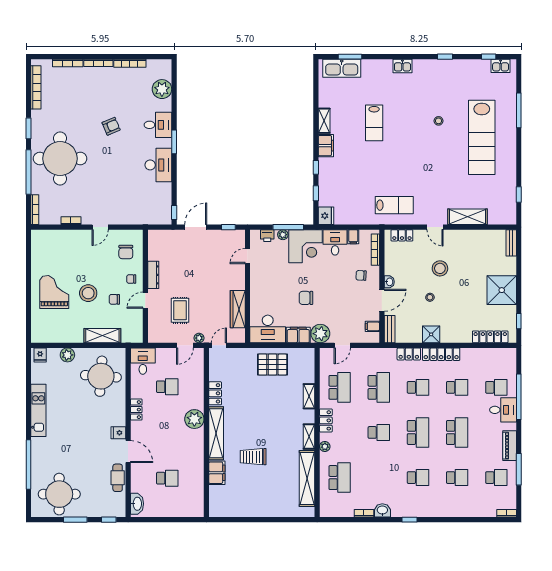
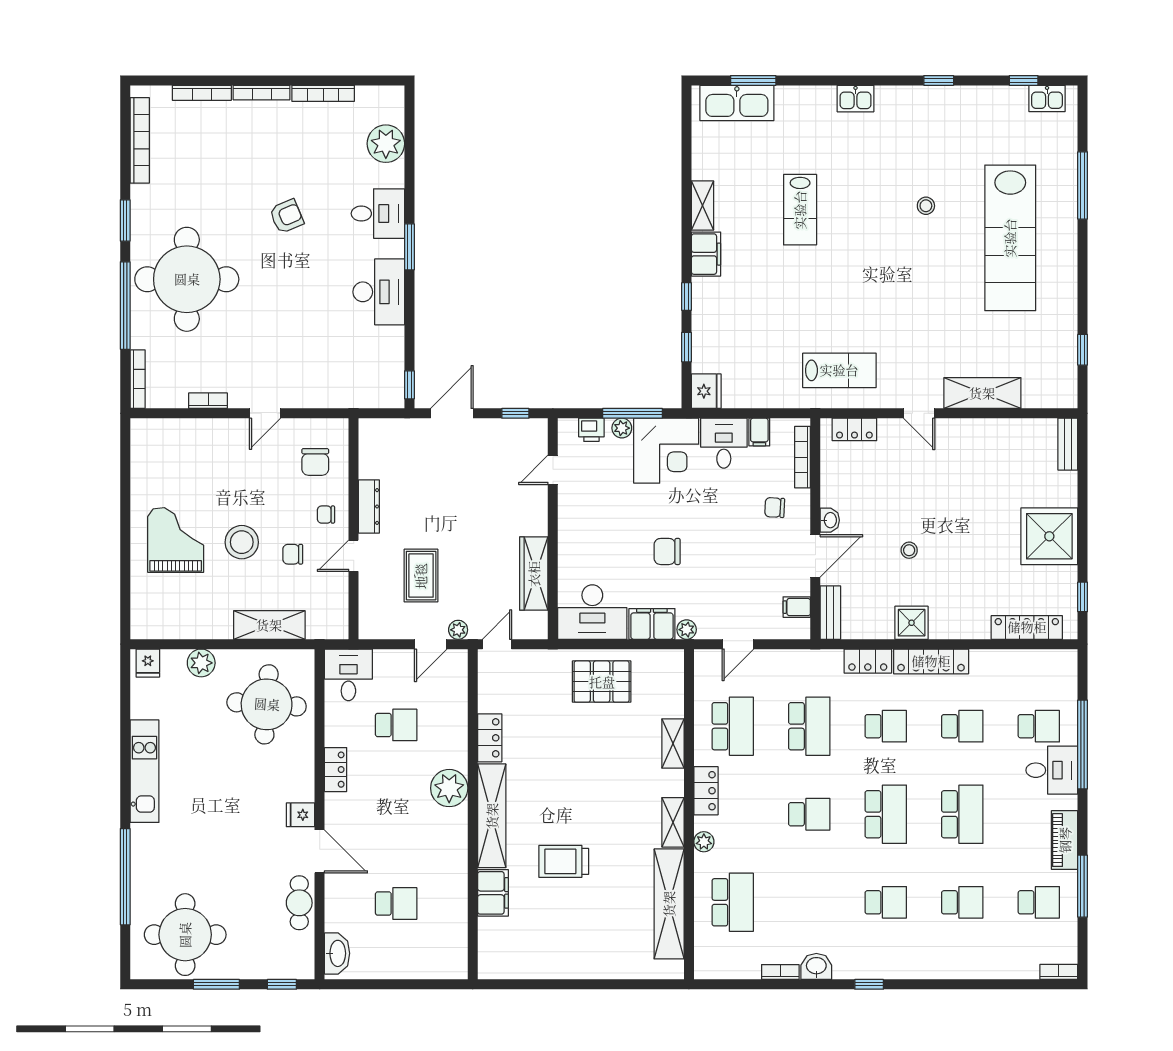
stool: (440, 268) -> (929, 494), removed
plant: (320, 334) -> (687, 630), width x0.53, depth x0.53

